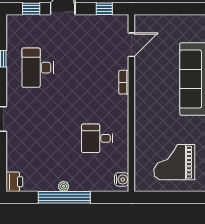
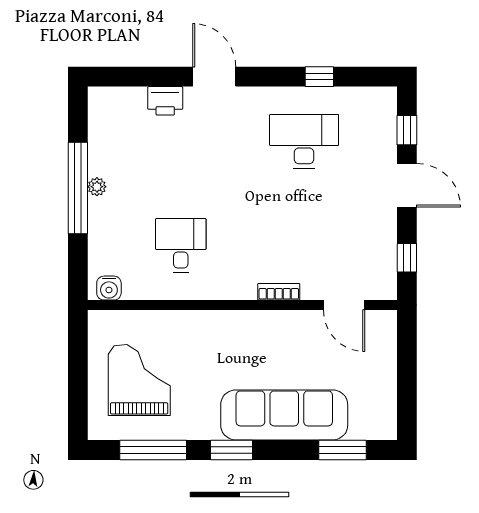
printer: (14, 182) -> (165, 101), moved

